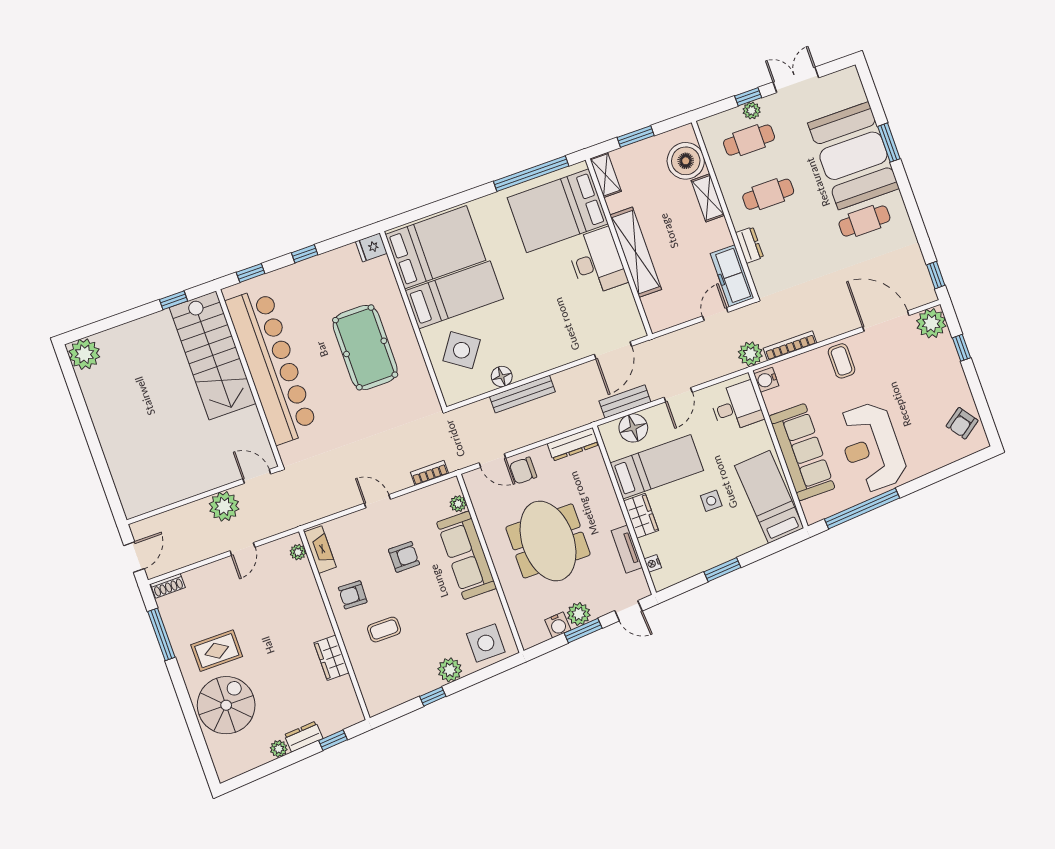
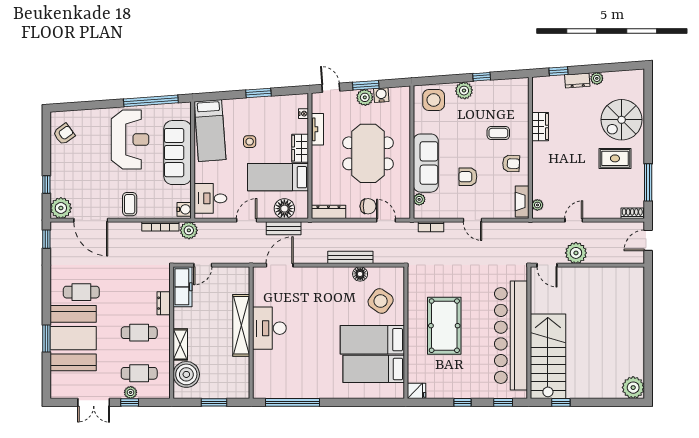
shelving: (606, 175) -> (243, 384), removed
bed: (558, 211) -> (283, 371), removed
bed: (435, 247) -> (374, 369), width x0.67

